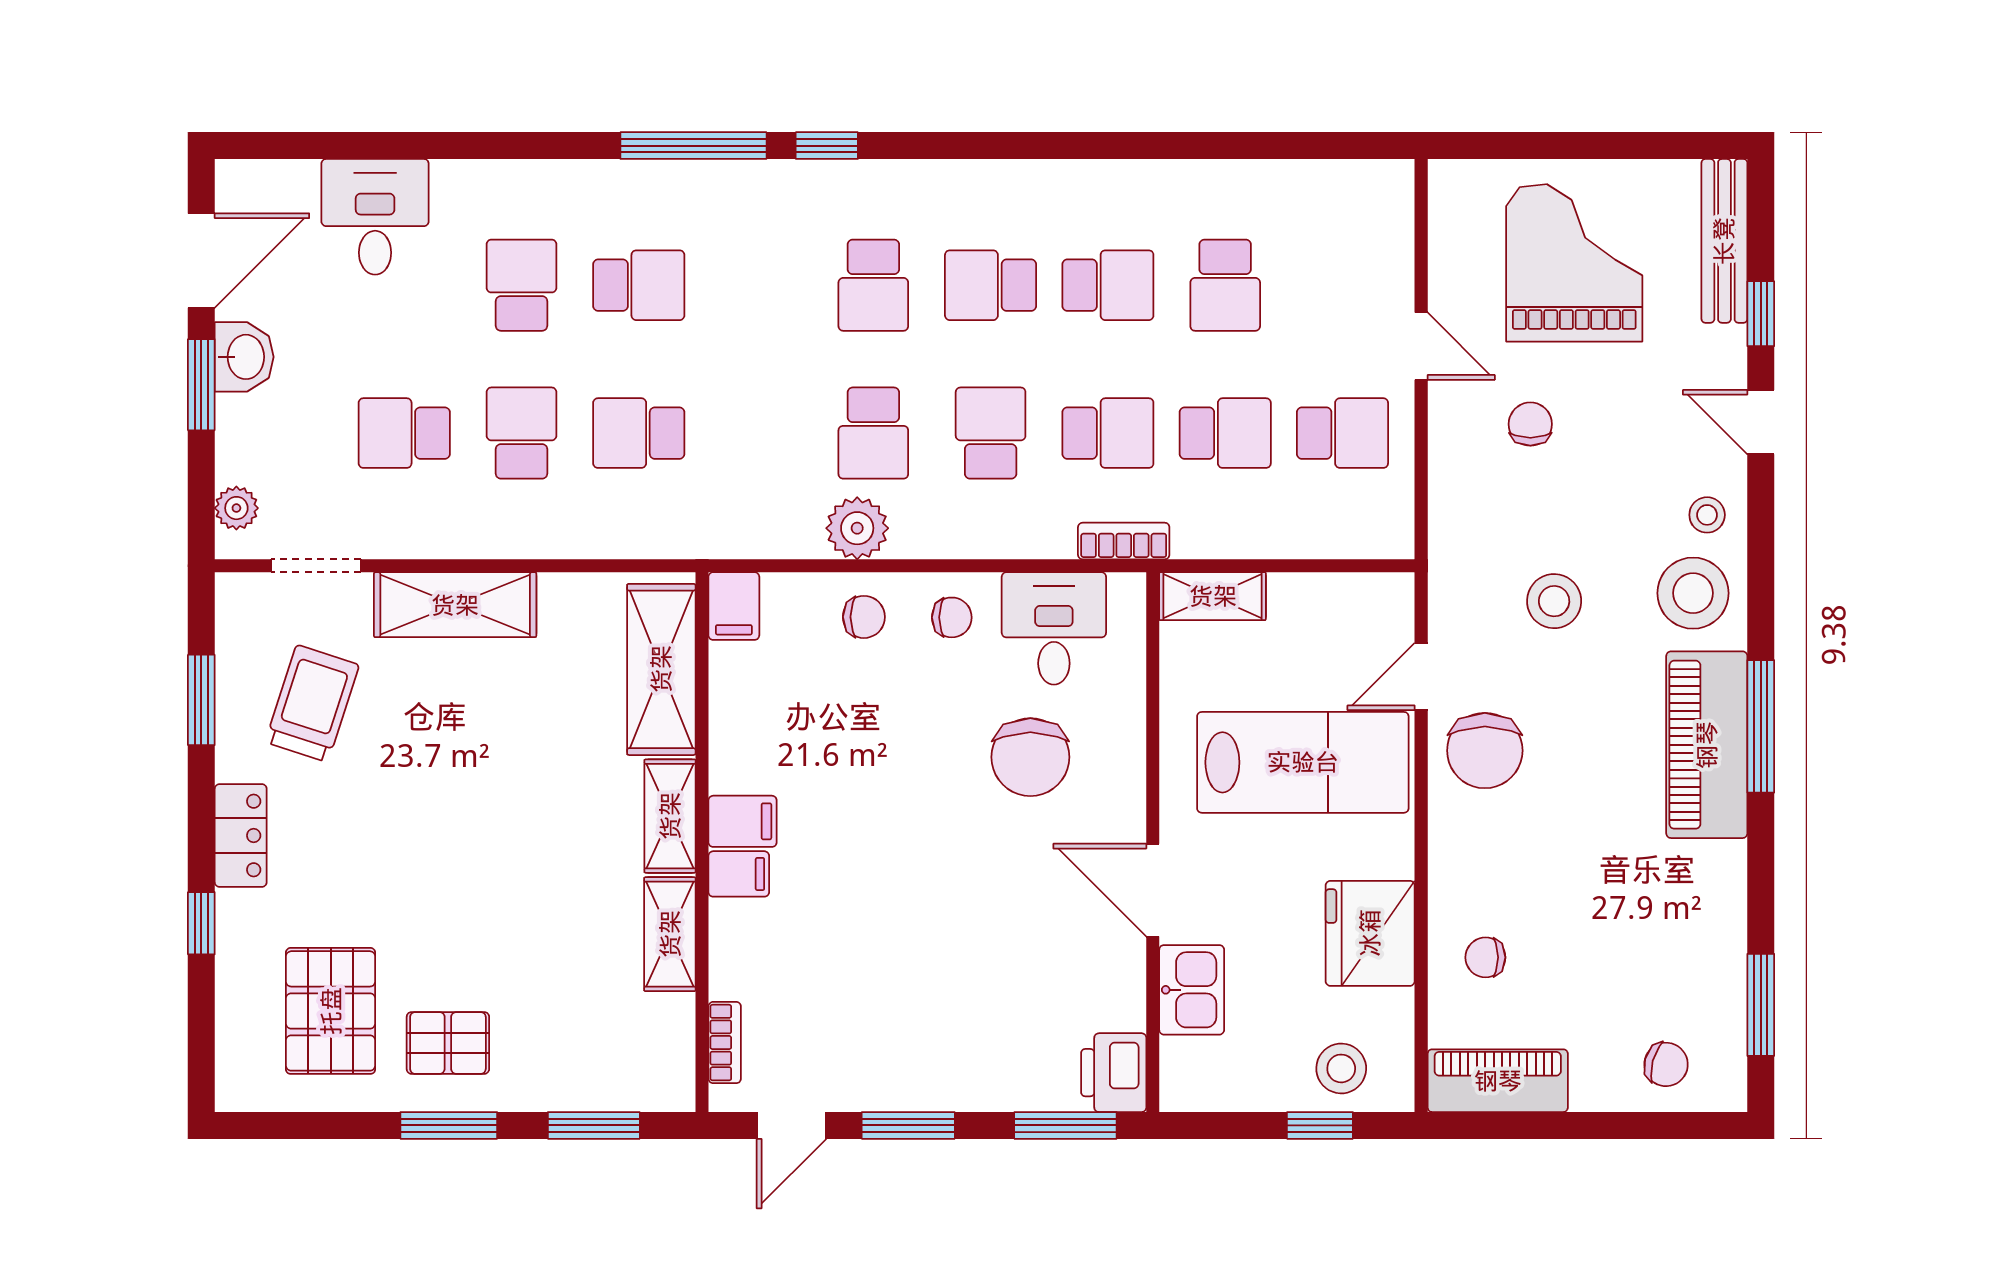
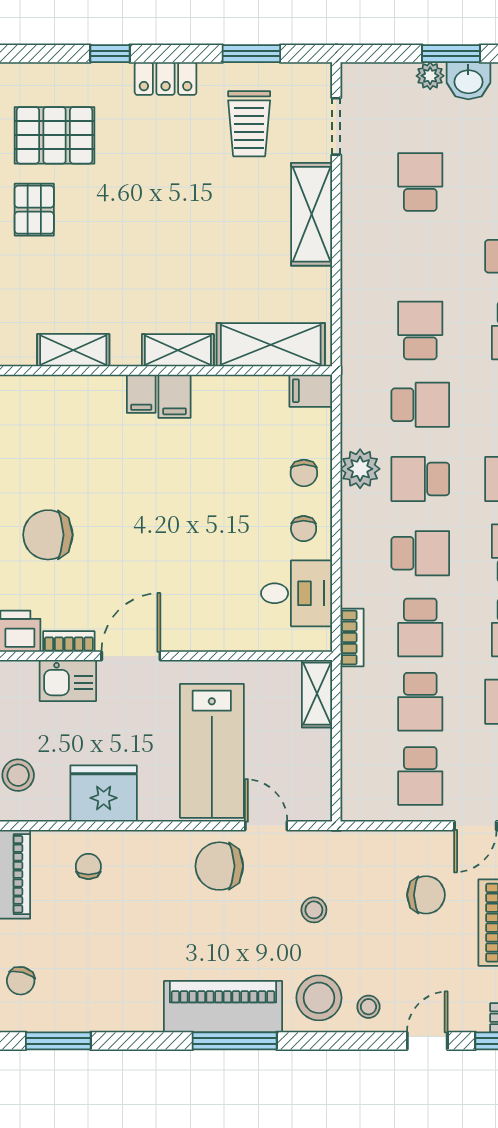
chair: (1530, 424) -> (426, 895), width x1.37, depth x1.37
school desk: (521, 433) -> (420, 405), moved
plant: (236, 508) -> (430, 76), moved
stool: (1554, 601) -> (314, 910), width x0.73, depth x0.73
trolley: (312, 703) -> (249, 124), turned 72
chair: (1030, 757) -> (48, 535), moved
shelving: (670, 934) -> (73, 350), moved
bookcase: (725, 1043) -> (69, 641), moved, turned 180

